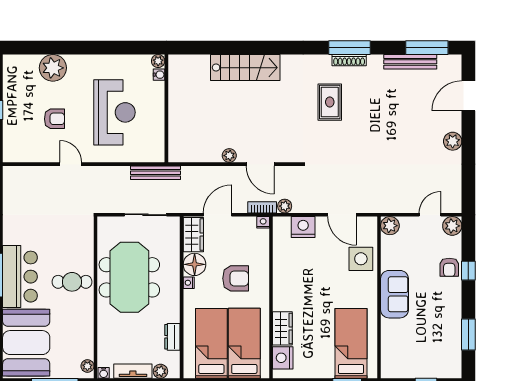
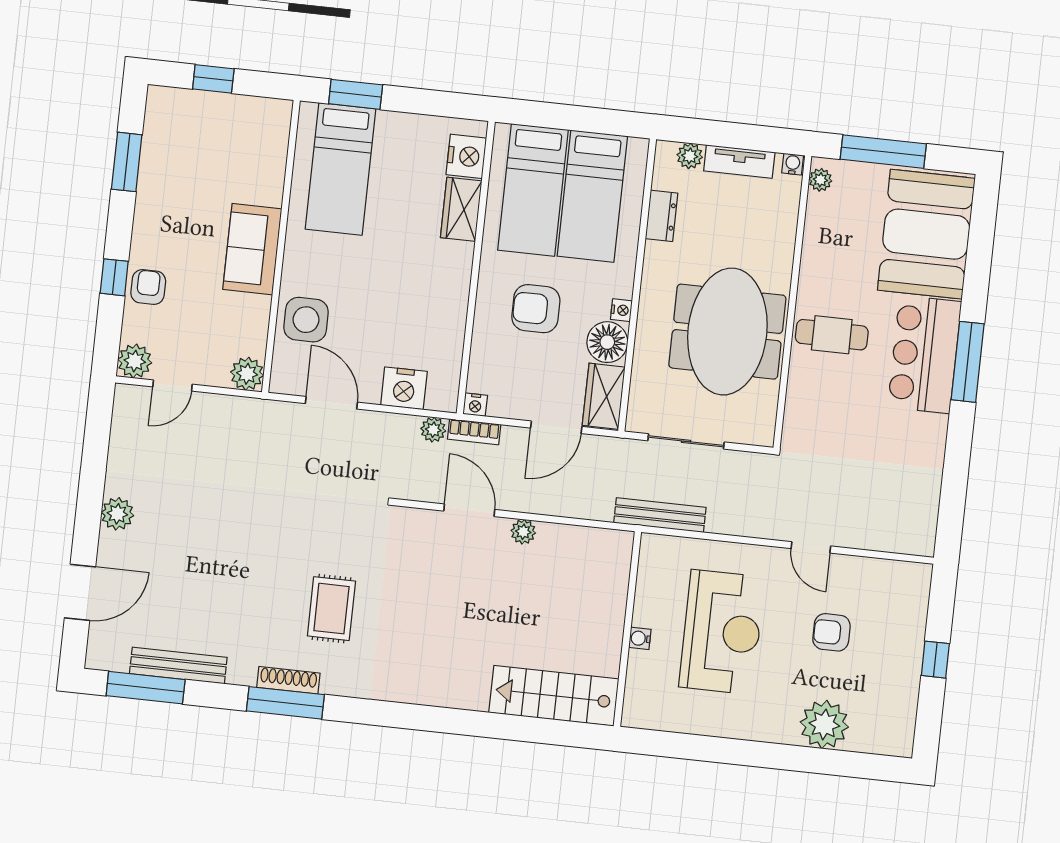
plant: (158, 61) -> (633, 716), removed
stairs: (245, 68) -> (554, 696), moved
water cooler: (159, 75) -> (640, 638), moved
reception desk: (115, 112) -> (722, 632), turned 180

